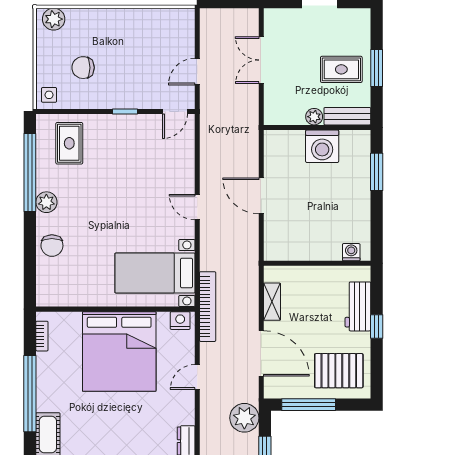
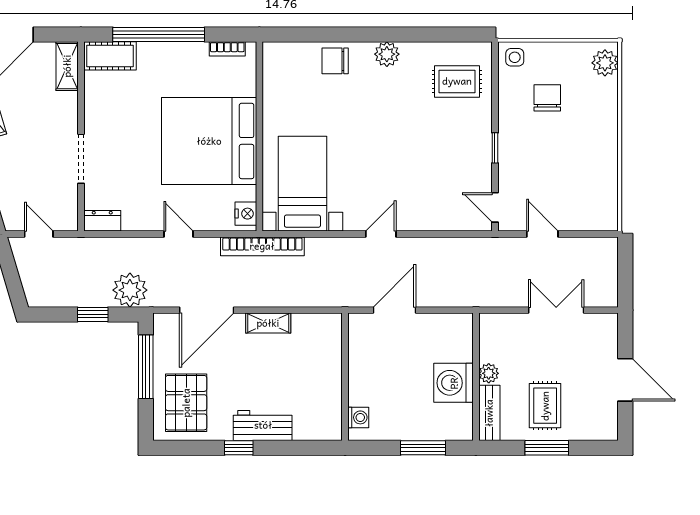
window: (30, 172) -> (422, 35), removed
washing machine: (351, 252) -> (358, 417), moved
wall: (317, 263) -> (345, 377), moved

